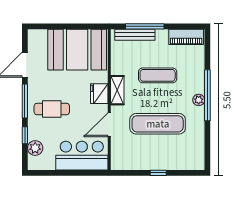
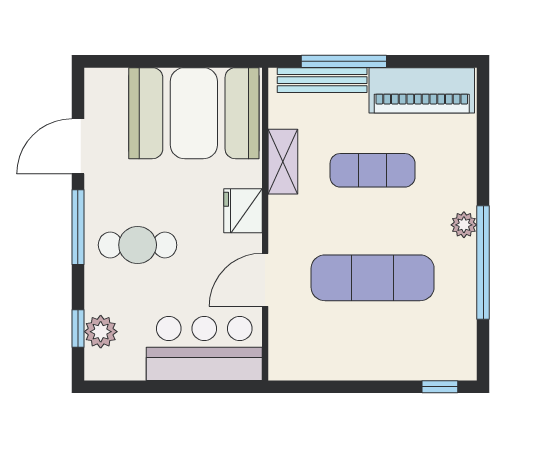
piano: (186, 37) -> (422, 90), width x1.37, depth x1.33
shelving: (117, 90) -> (283, 162), moved
window: (207, 95) -> (483, 262), moved
window: (25, 135) -> (78, 329), moved
window: (158, 173) -> (440, 387), moved

